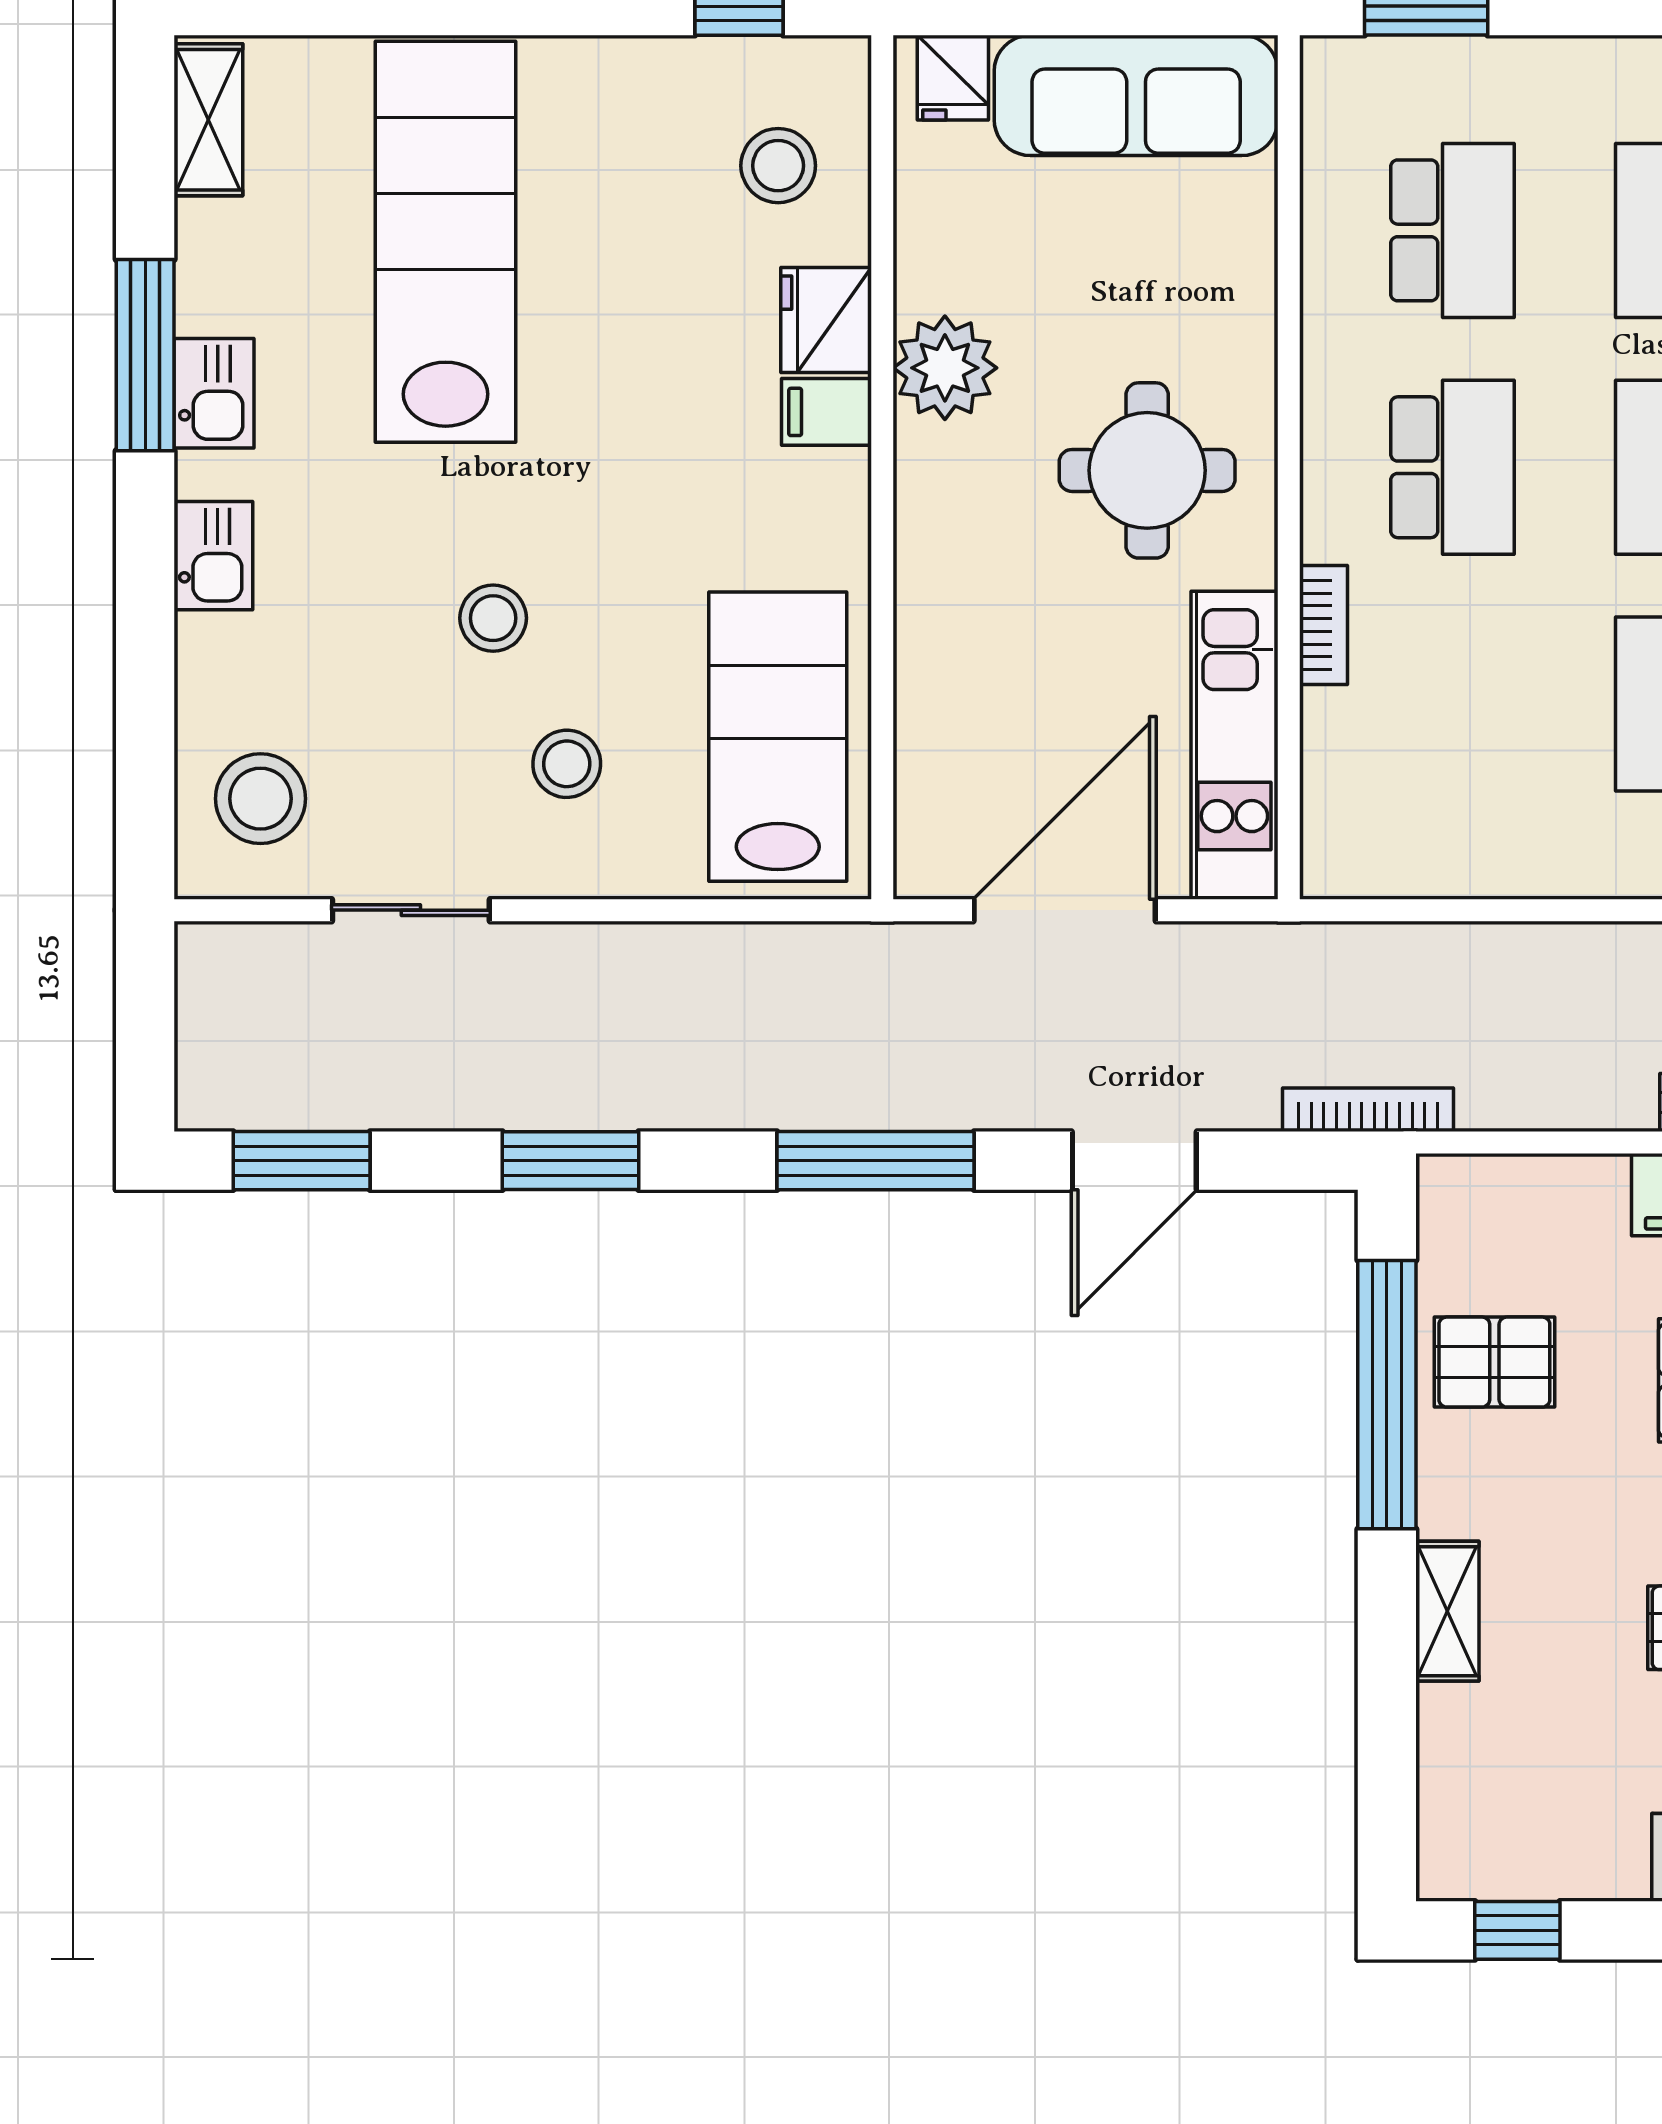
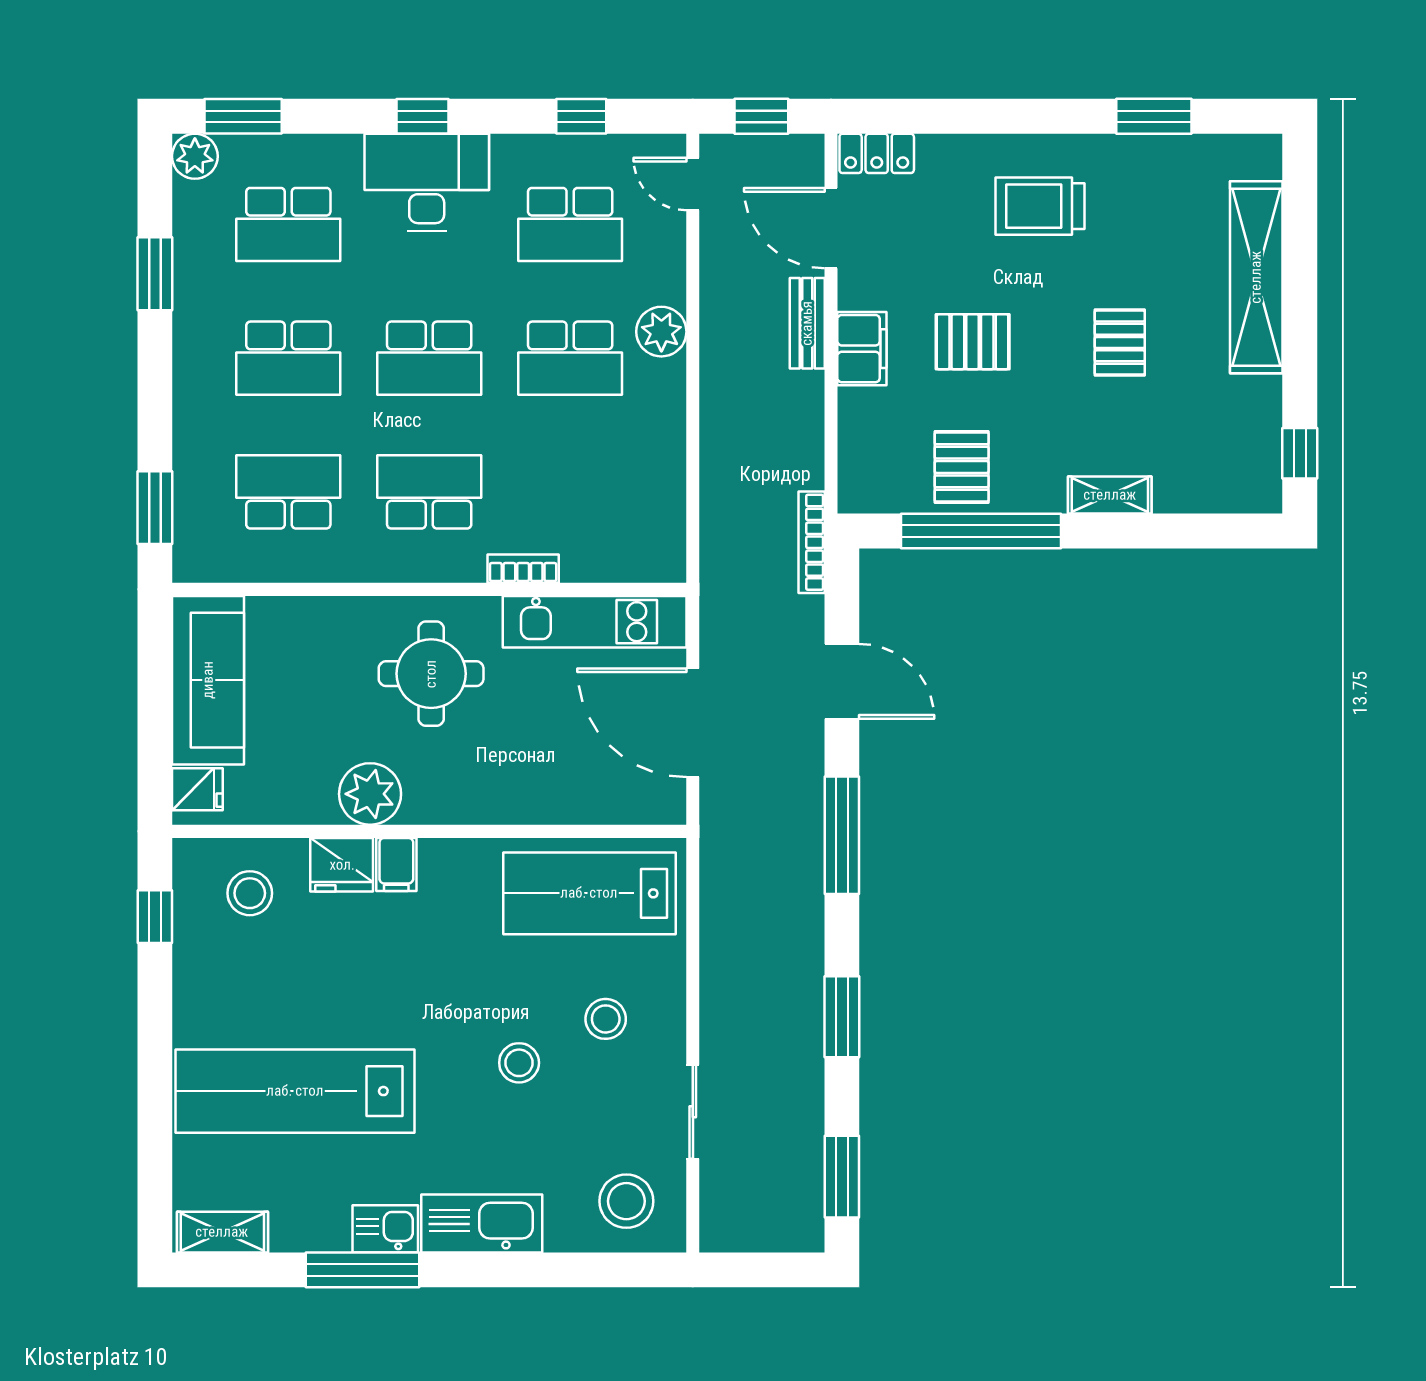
kitchen sink: (213, 556) -> (482, 1224), width x1.87, depth x1.24

